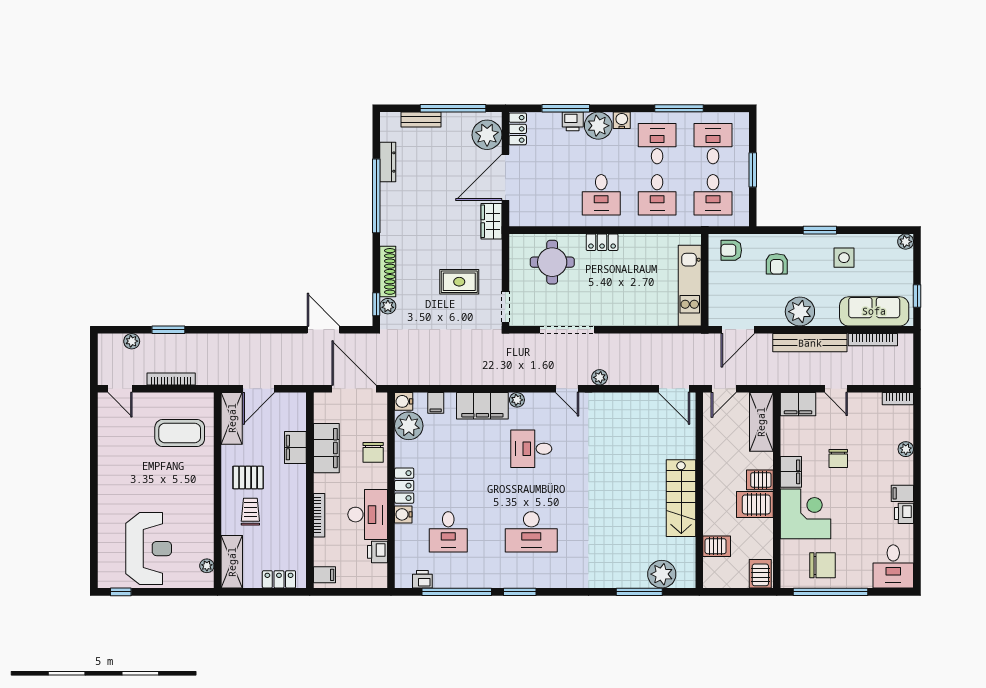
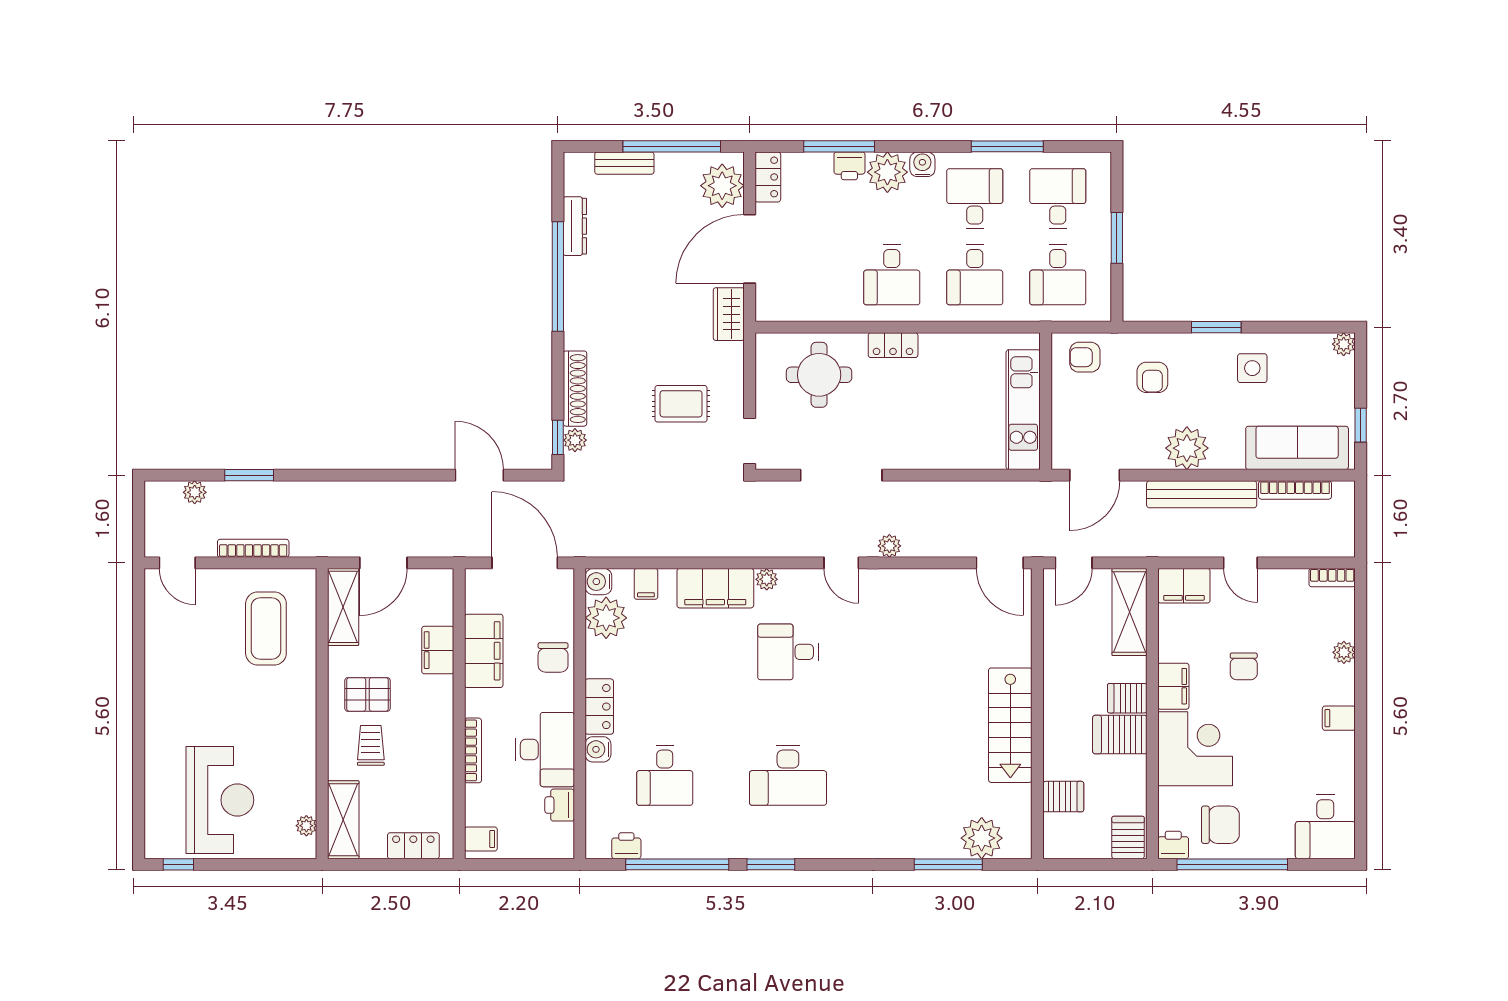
coffee table: (180, 433) -> (266, 628), turned 90
printer: (904, 513) -> (1173, 845), moved, turned 90

